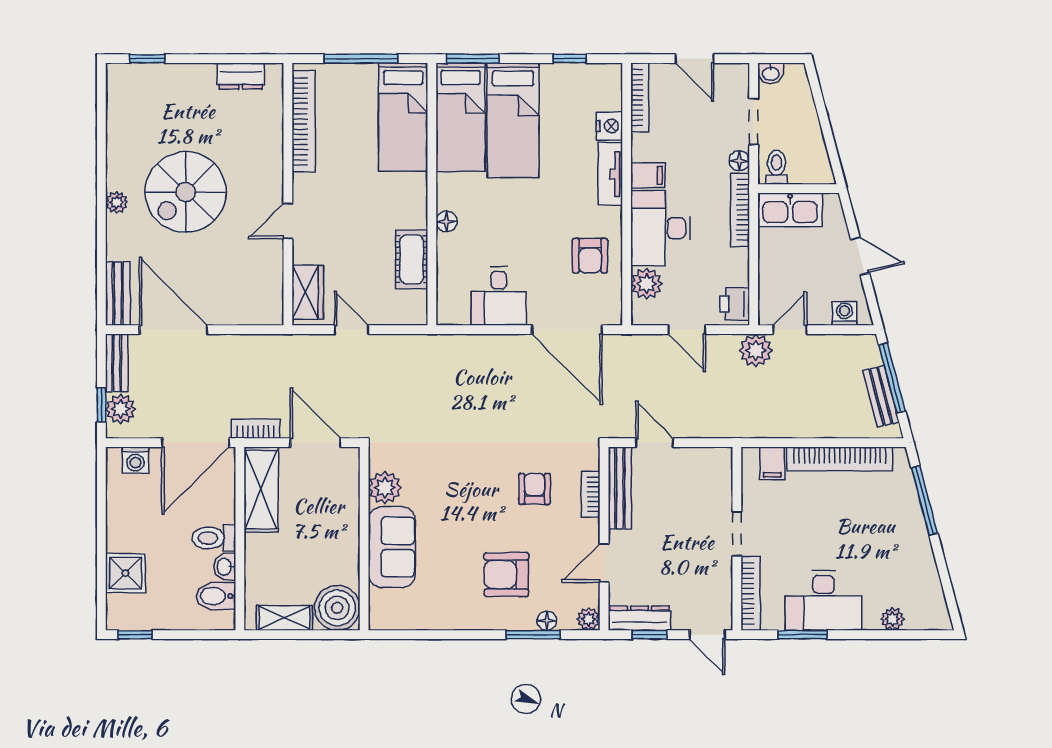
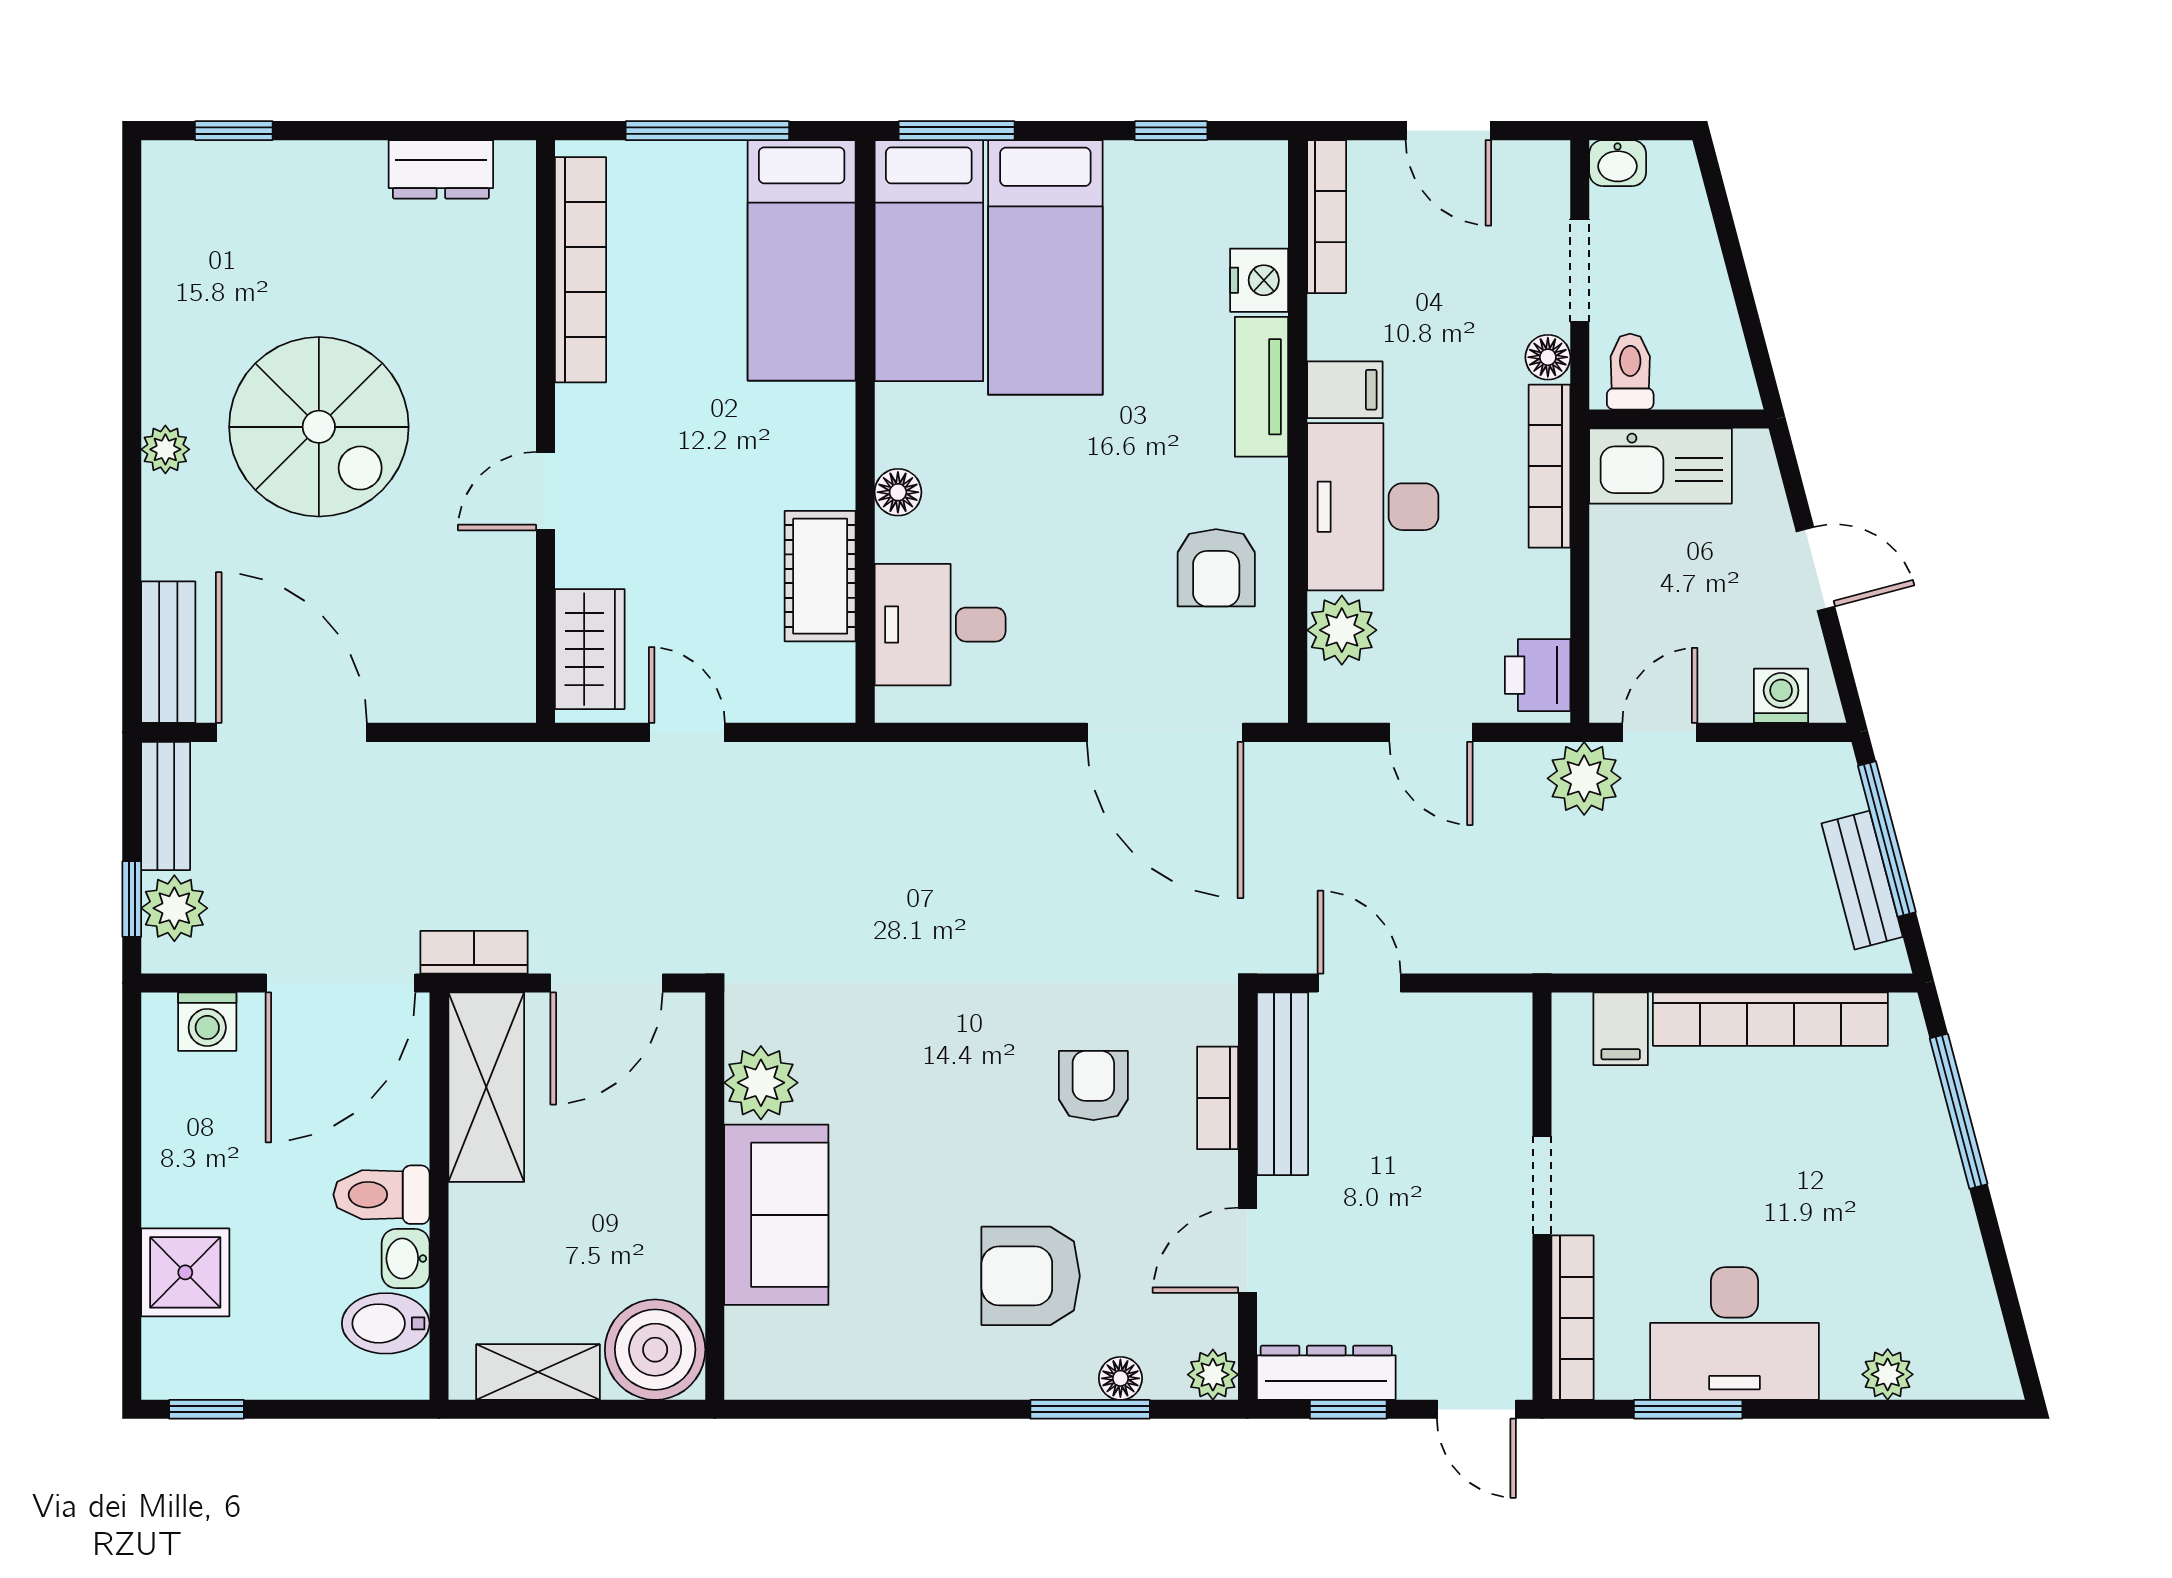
spiral stairs: (186, 192) -> (319, 427), turned -90
desk: (499, 296) -> (940, 625), moved, turned 90
door: (315, 443) -> (607, 983), swing flipped

